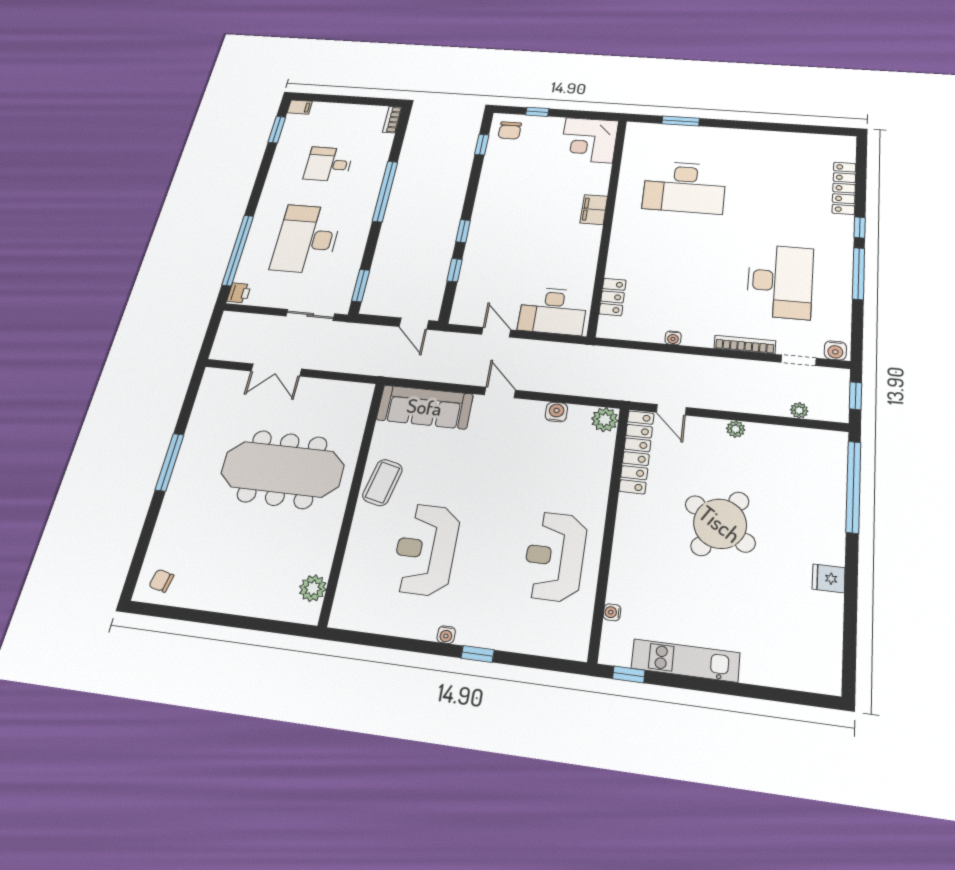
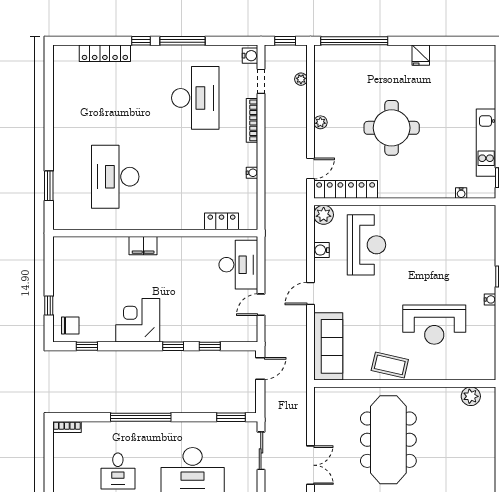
corner desk: (589, 140) -> (138, 320), moved, turned 180
desk: (684, 187) -> (115, 177), turned 180
desk: (780, 281) -> (195, 98), turned 90
round table: (720, 524) -> (392, 128), turned -33
reception desk: (555, 556) -> (366, 245), moved, turned -90

